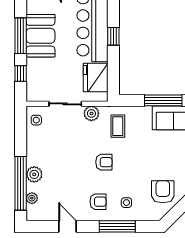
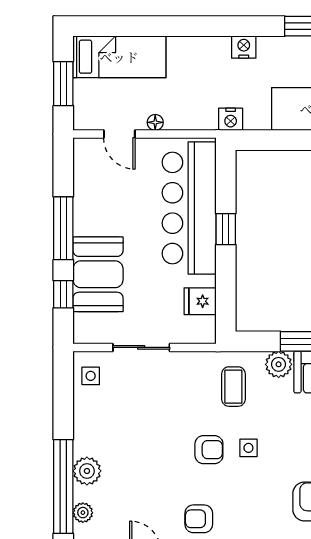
booth: (40, 36) -> (98, 274), moved
fridge: (96, 77) -> (200, 301), width x0.53, depth x0.75
plant: (91, 113) -> (279, 364), moved
armchair: (98, 202) -> (199, 519), turned 180
side table: (126, 203) -> (248, 448), moved

